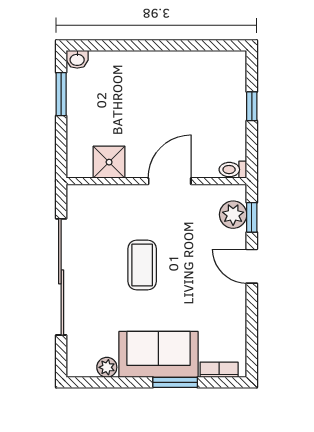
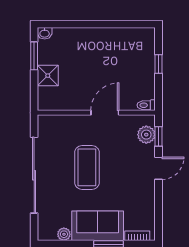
shower: (109, 162) -> (48, 76), moved
coffee table: (142, 265) -> (87, 167), width x1.36, depth x1.32
door: (252, 266) -> (158, 168), swing flipped

